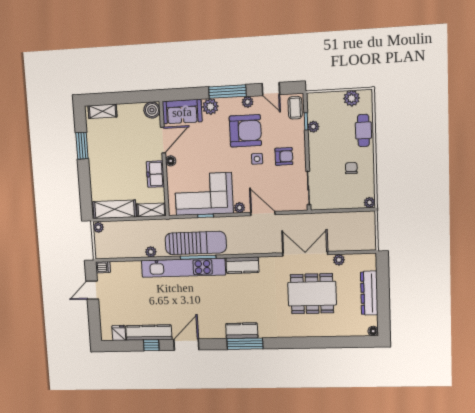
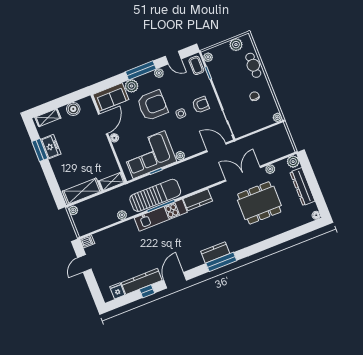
boiler: (152, 110) -> (73, 109), moved
plant: (313, 127) -> (208, 57), moved
armchair: (245, 131) -> (152, 105), moved
freezer: (155, 174) -> (51, 147), moved, turned 180
door: (263, 214) -> (216, 147), moved
plant: (369, 260) -> (293, 162), added
kitchen unit: (183, 268) -> (161, 215), width x0.73

